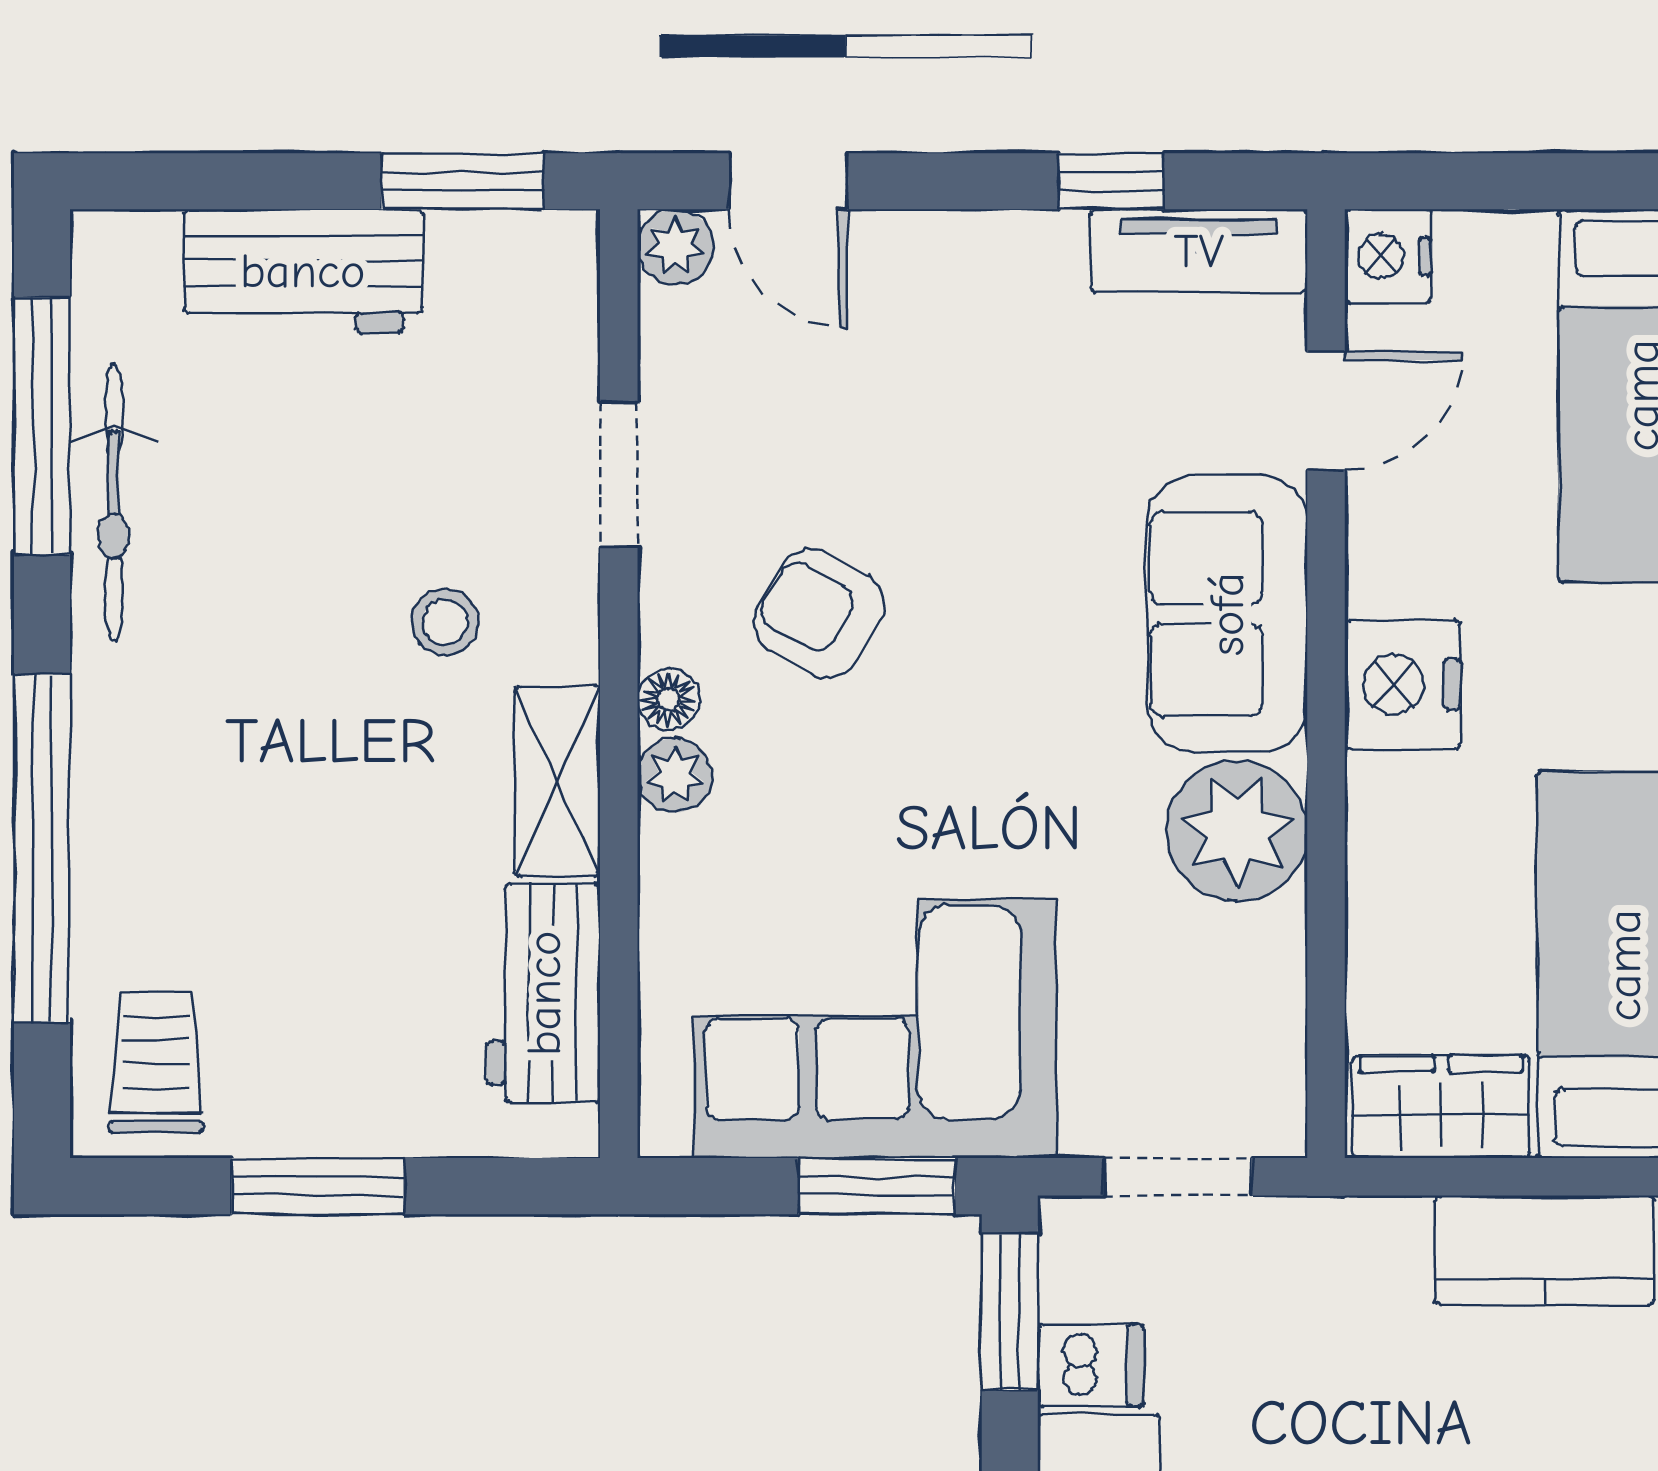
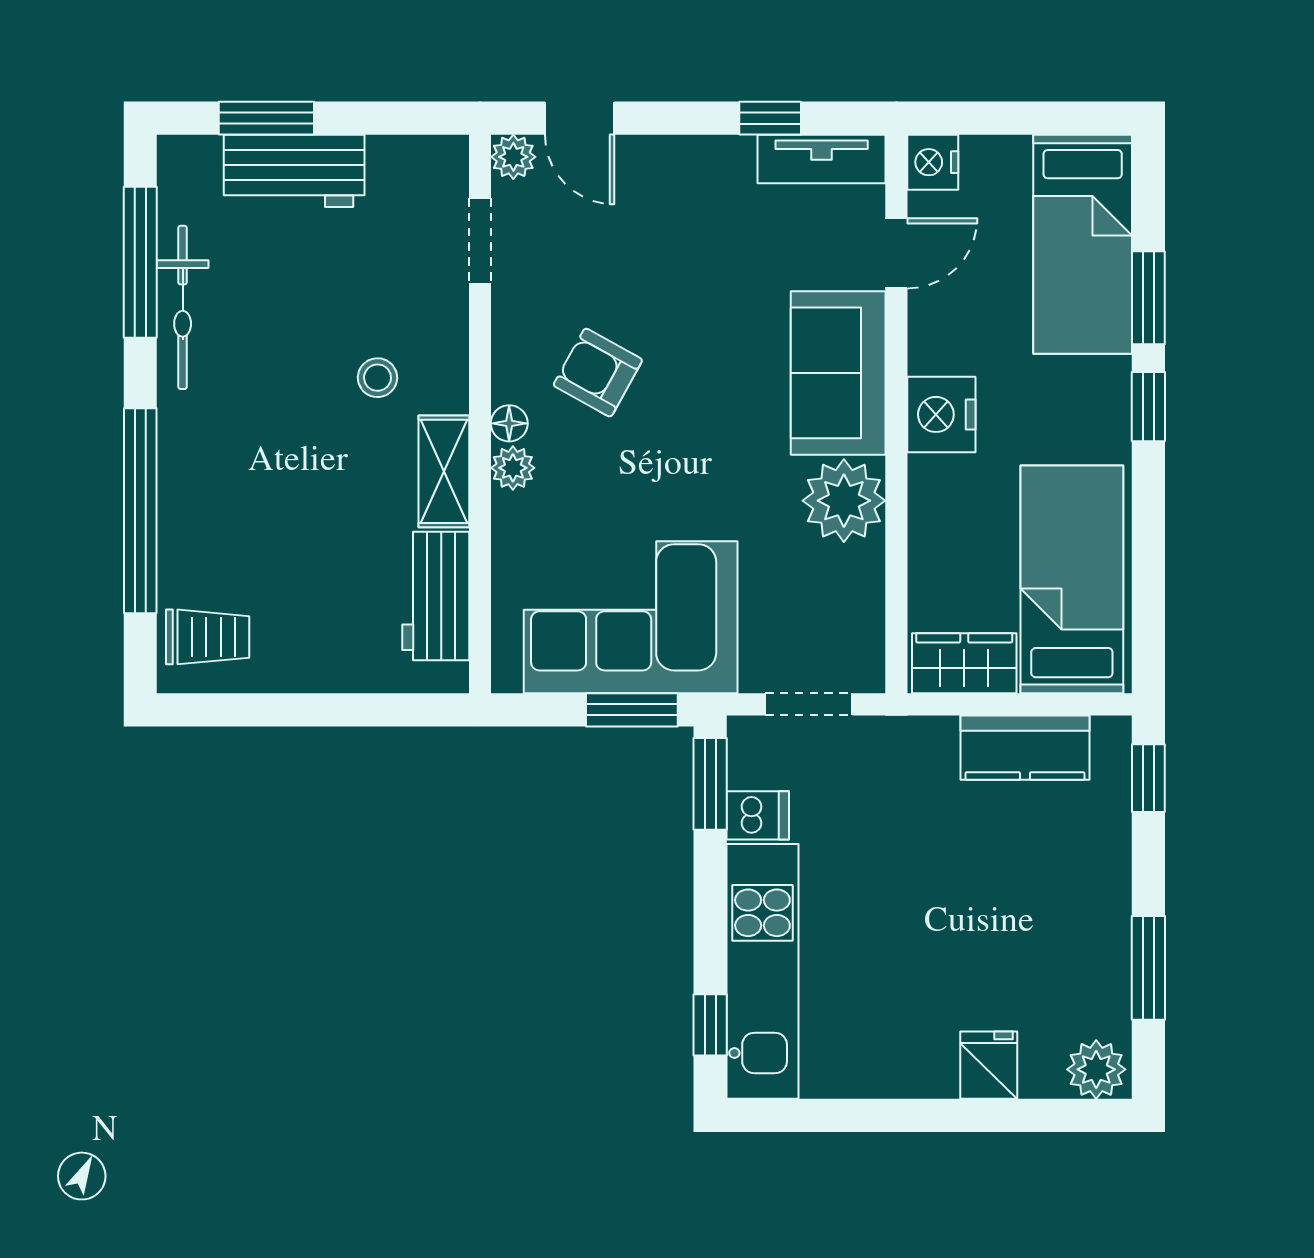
window: (462, 181) -> (266, 118), moved
doorway: (619, 474) -> (480, 241), moved
trolley: (156, 1062) -> (208, 637), turned 90
window: (318, 1186) -> (303, 710), removed

